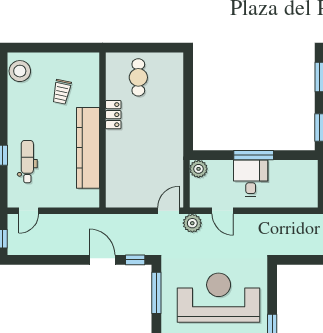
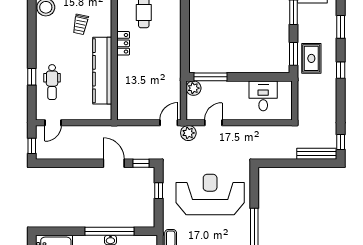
window: (254, 155) -> (210, 77), moved
dental chair: (27, 162) -> (52, 82), turned 180
desk: (251, 178) -> (263, 96), moved
door: (223, 211) -> (213, 123), swing flipped
window: (156, 293) -> (159, 191), width x0.46

